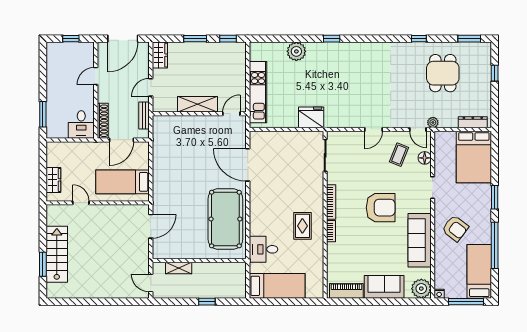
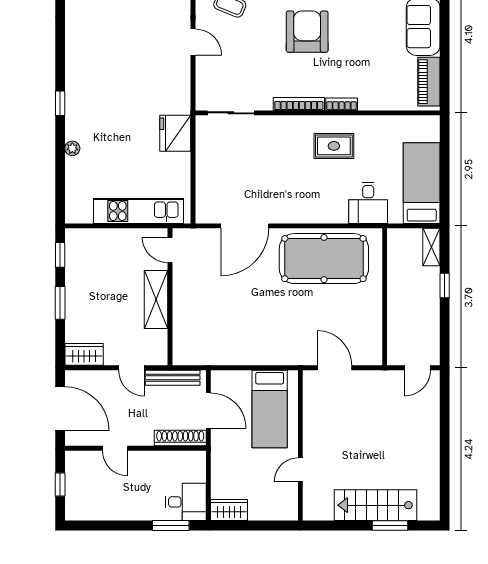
plant: (296, 51) -> (72, 148), width x0.53, depth x0.53
bench: (144, 116) -> (173, 378), width x1.36
desk: (81, 125) -> (186, 502), moved
wardrobe: (53, 180) -> (229, 510), moved
shelving: (179, 268) -> (431, 247), moved

